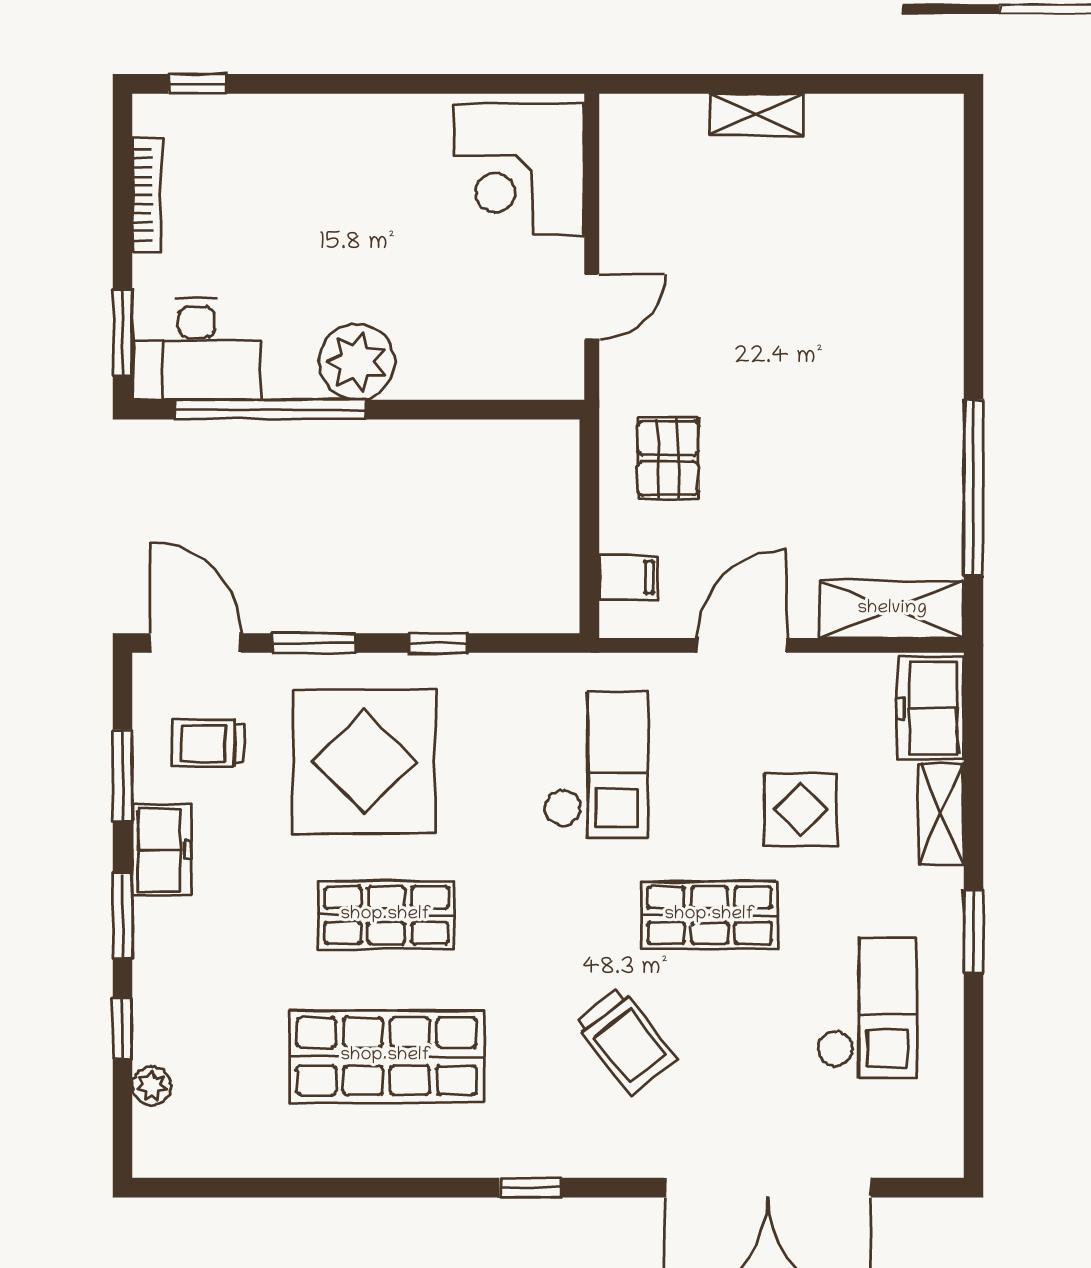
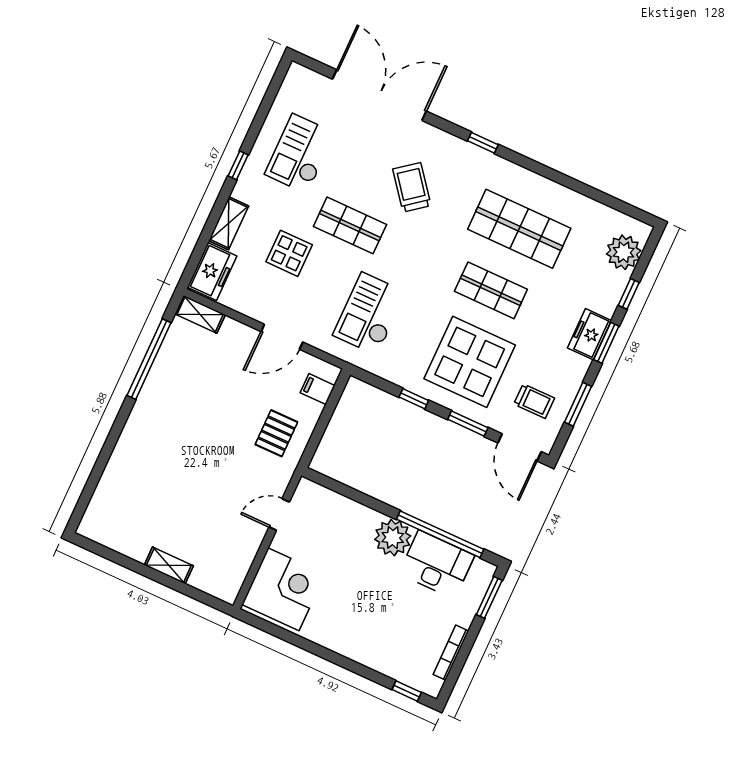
desk: (197, 349) -> (437, 564), moved
shelving: (892, 609) -> (200, 314), width x0.67, depth x0.75
freezer: (162, 850) -> (589, 334), moved
window: (974, 932) -> (238, 165), width x0.67
plant: (152, 1086) -> (624, 252), width x1.87, depth x1.87

